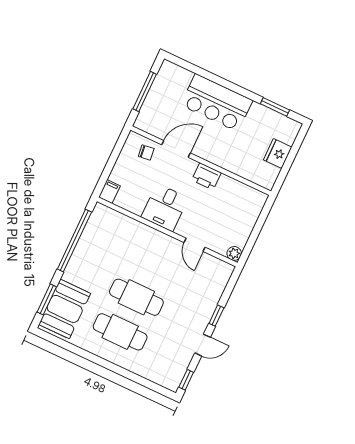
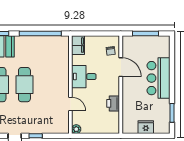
printer: (206, 176) -> (113, 103), moved
filing cabinet: (109, 192) -> (78, 45), width x2.00
door: (195, 245) -> (70, 104), swing flipped

